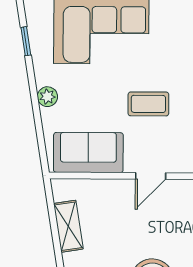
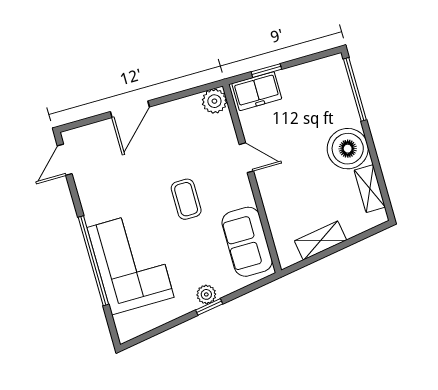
window: (26, 41) -> (209, 307), moved
door: (151, 176) -> (246, 158), moved

